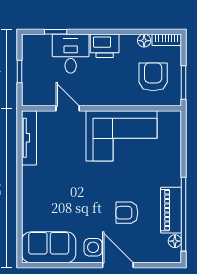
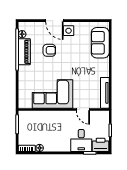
printer: (105, 46) -> (101, 145), moved
armchair: (153, 77) -> (34, 127), removed
sofa: (49, 247) -> (100, 43), moved, turned 90

